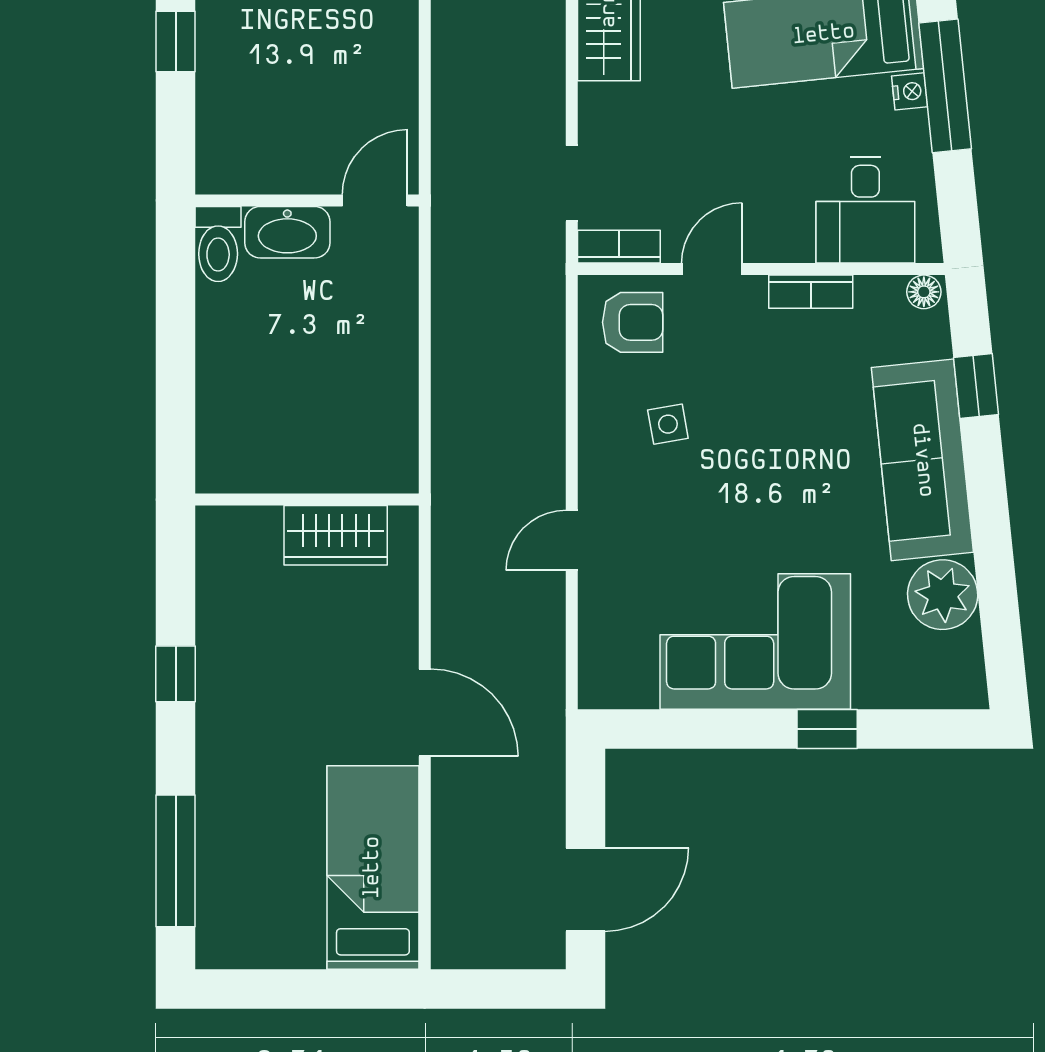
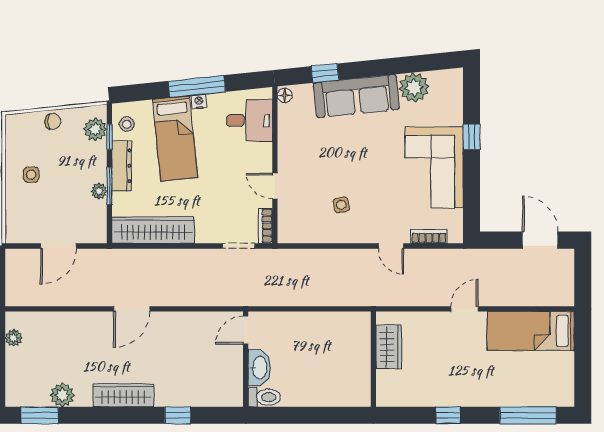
door: (375, 200) -> (246, 330), hinge flipped
bookcase: (811, 292) -> (429, 236), moved, turned -90
armchair: (633, 322) -> (298, 220), removed
door: (425, 713) -> (465, 309), width x0.73

